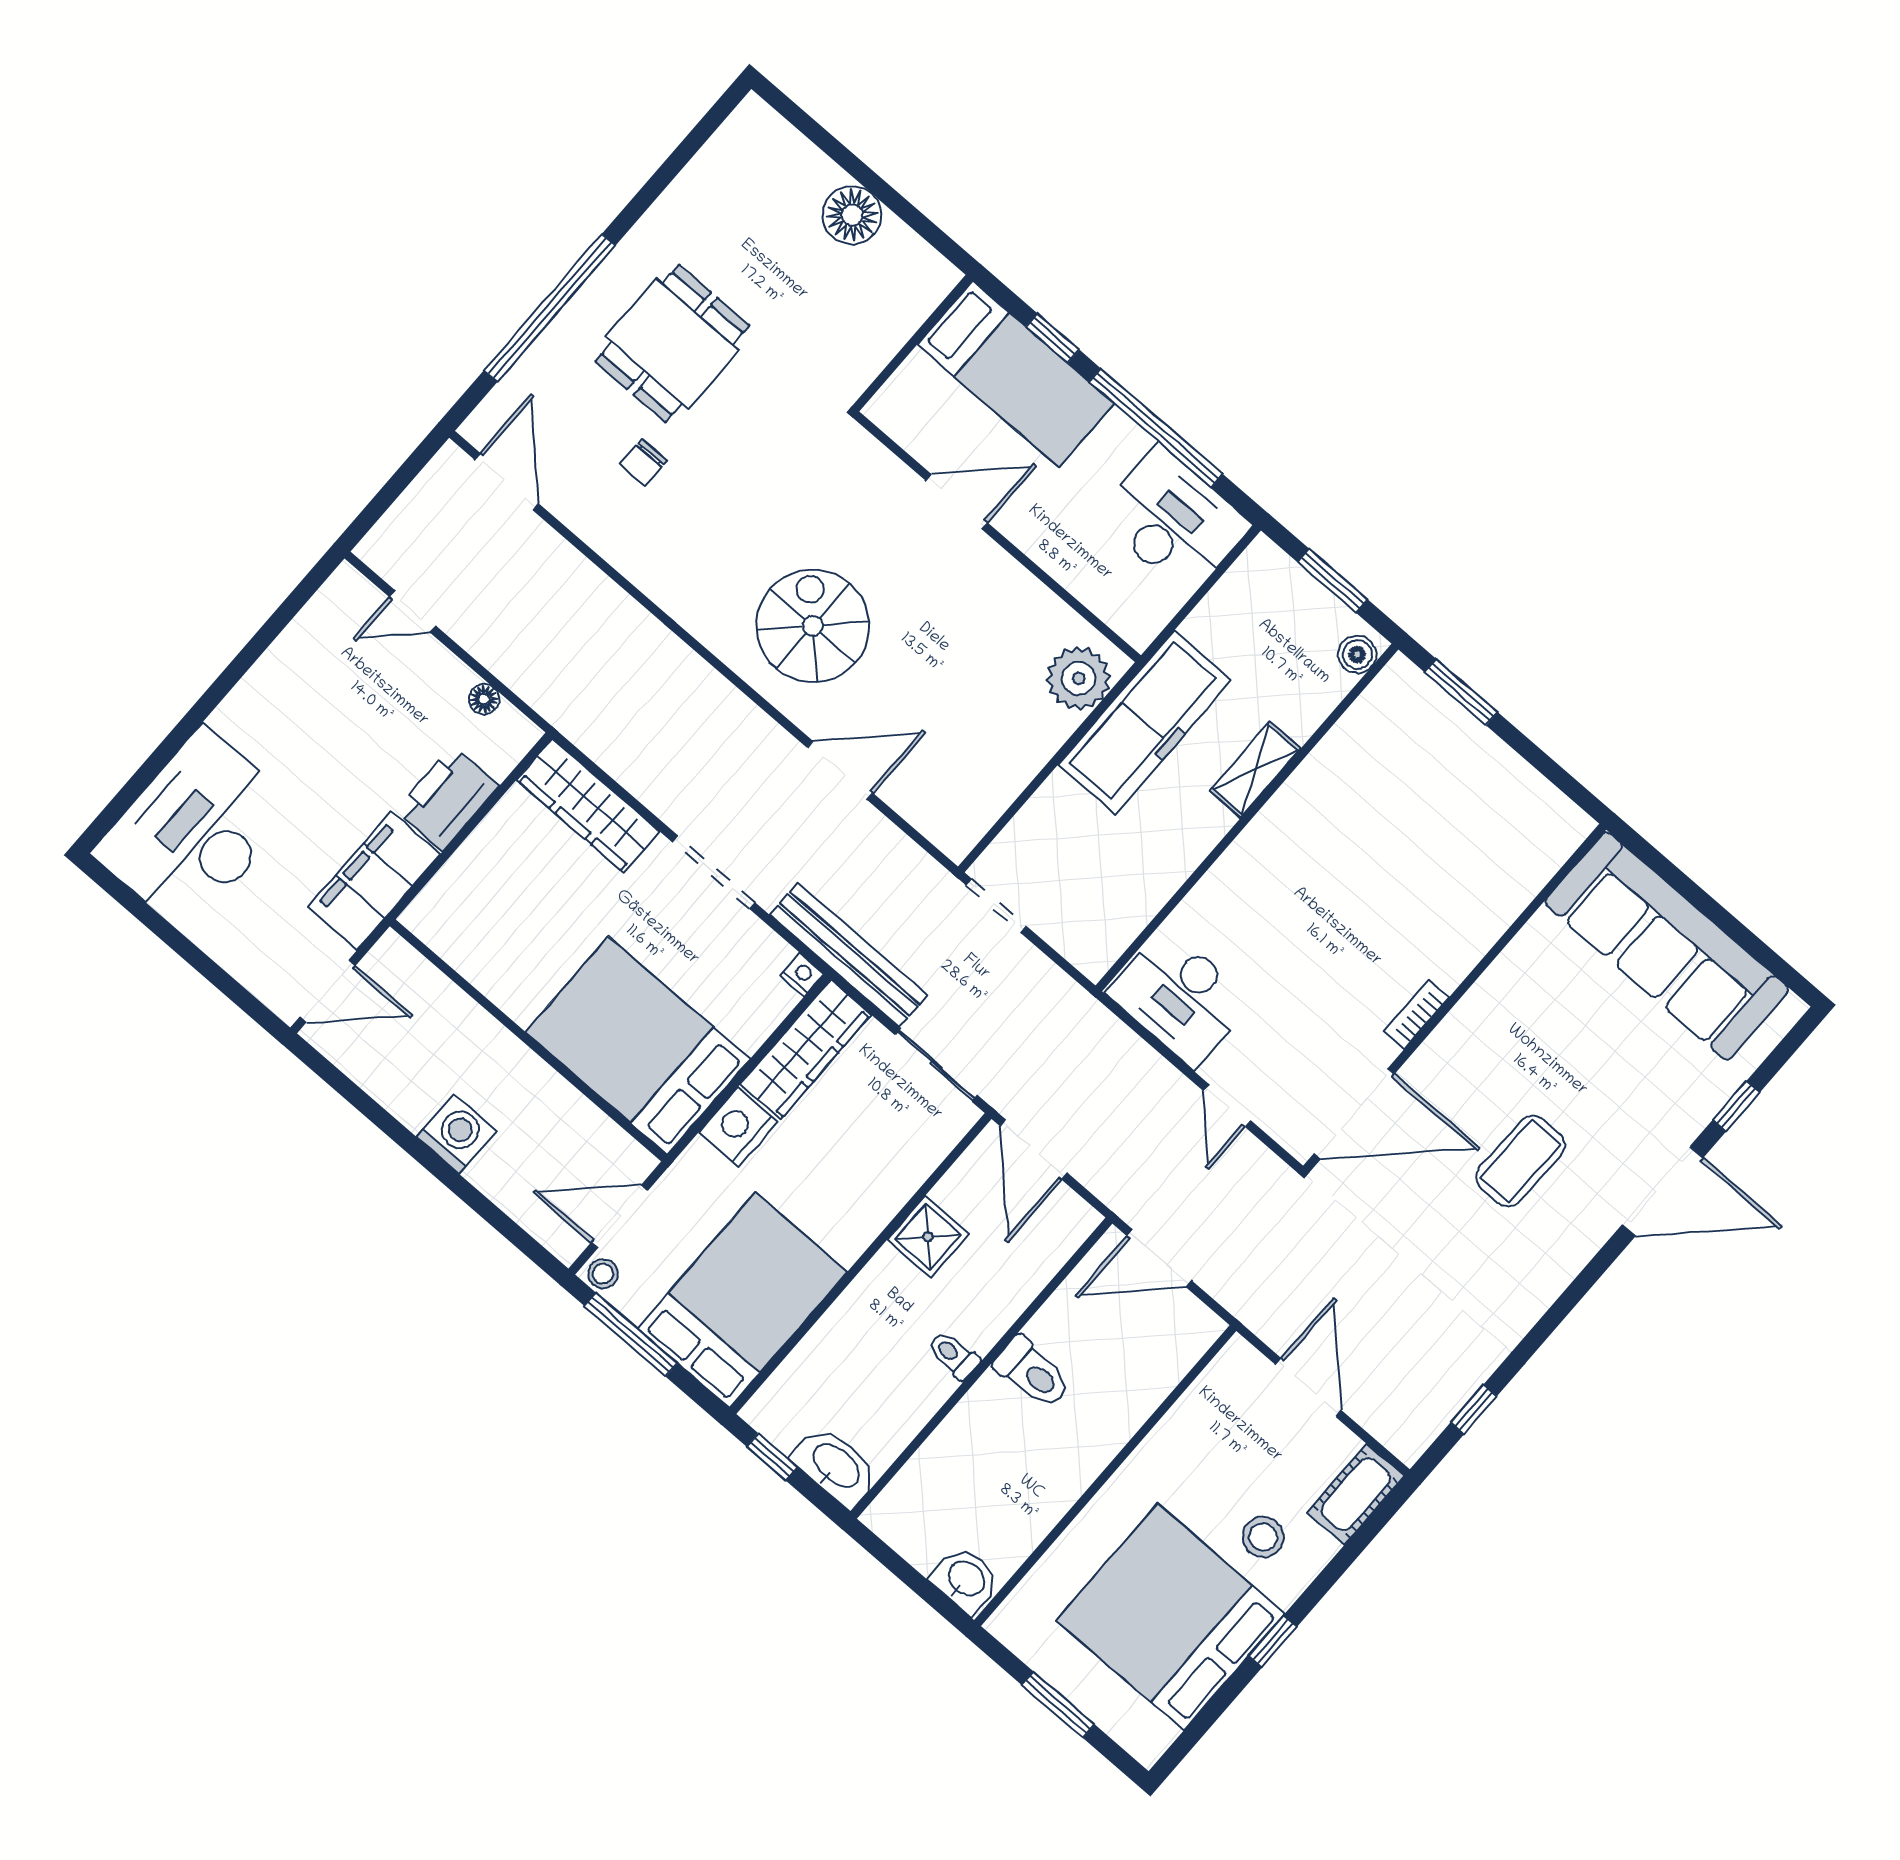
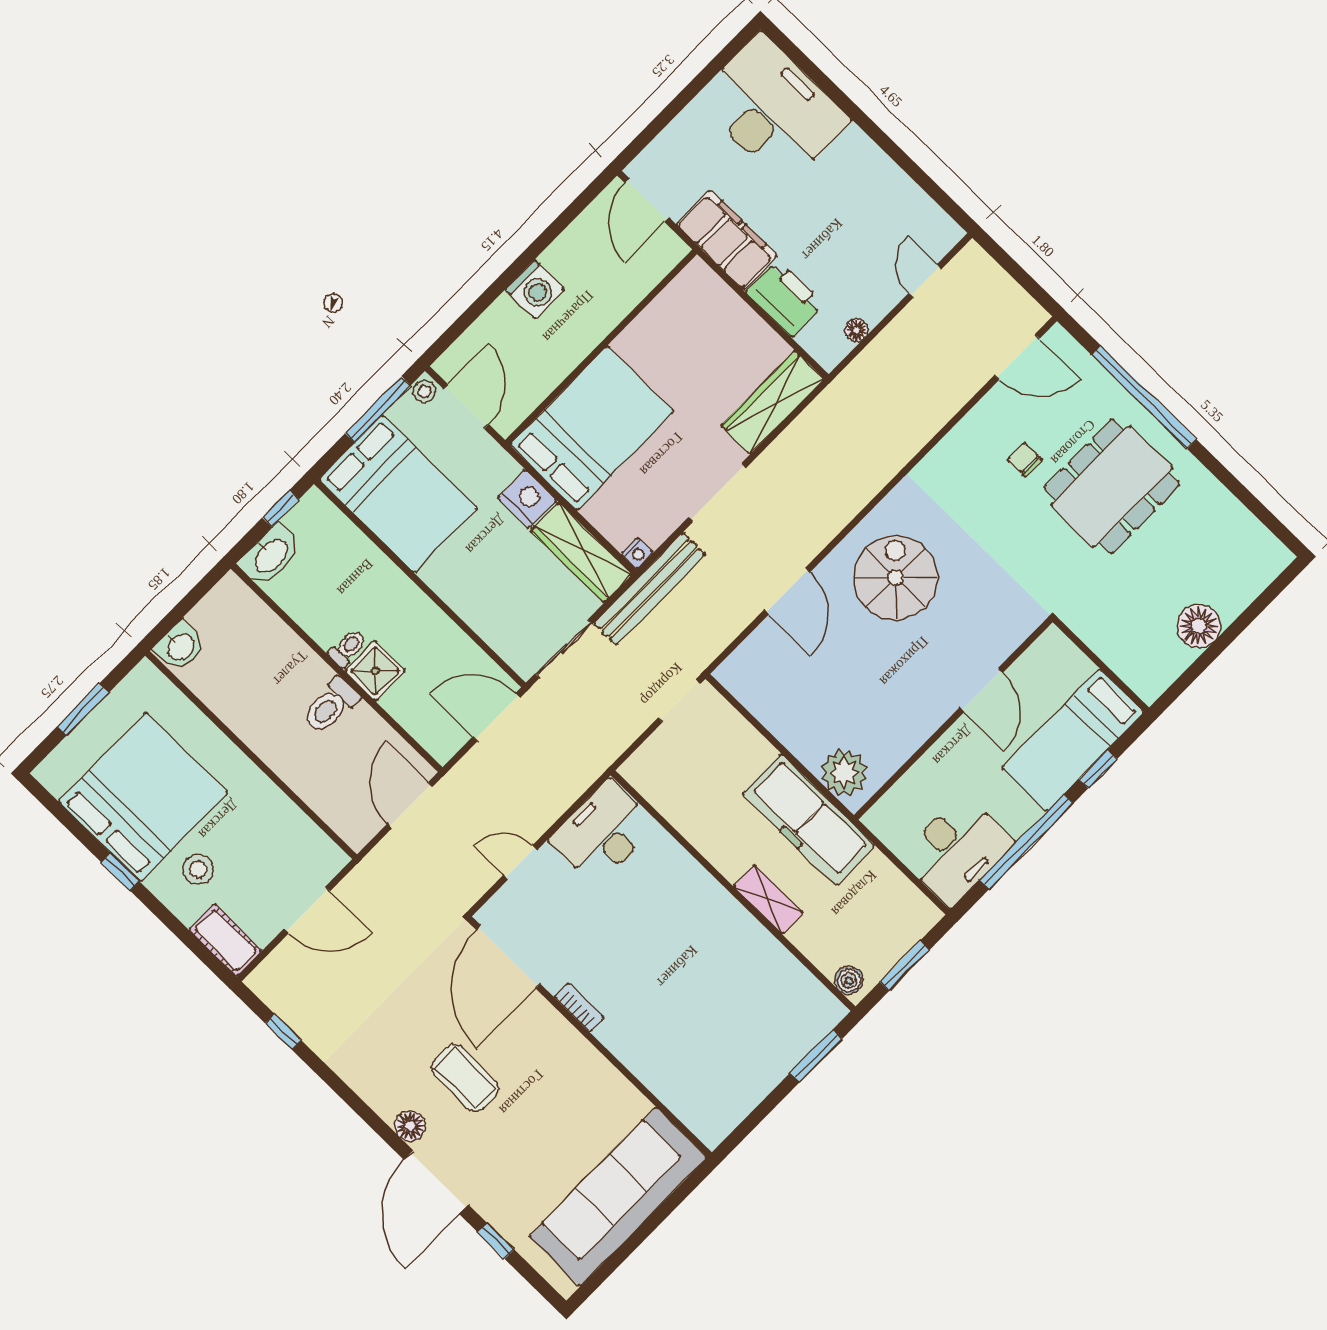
dining table: (672, 344) -> (1112, 486), width x1.38
spiral stairs: (813, 626) -> (896, 578), turned -90
floor lamp: (1589, 1231) -> (410, 1126), added
shower: (928, 1237) -> (375, 671), moved

